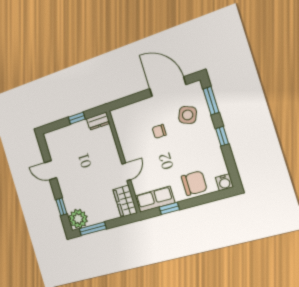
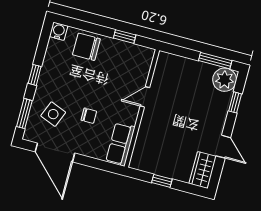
dresser: (98, 121) -> (142, 164), removed
row of seats: (155, 199) -> (120, 144), moved, turned 90
wardrobe: (125, 201) -> (203, 170), moved, turned 180

